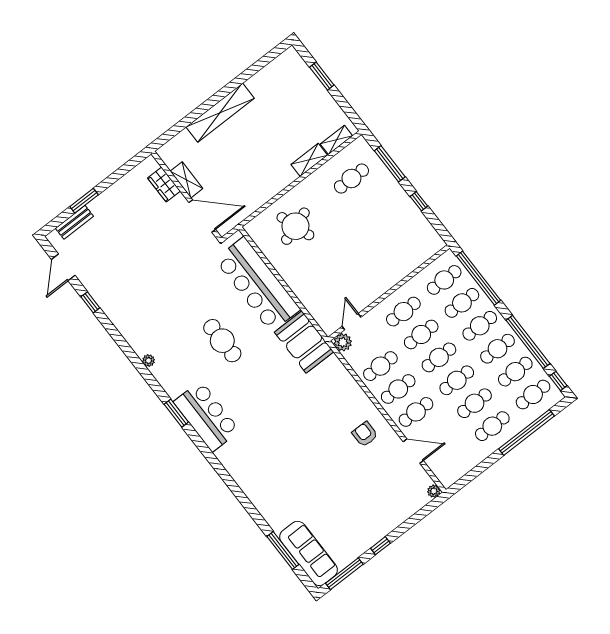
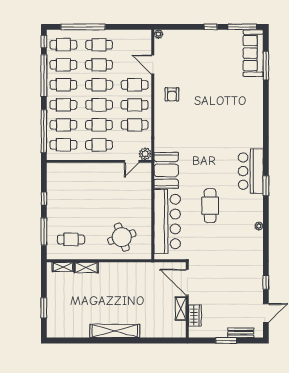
shelving: (186, 180) -> (181, 309), moved
wardrobe: (164, 185) -> (195, 316), moved
wall: (186, 196) -> (187, 300), moved
door: (202, 216) -> (187, 282), moved

